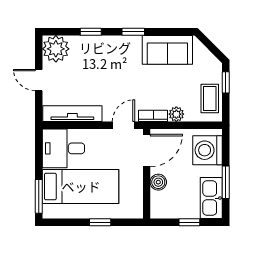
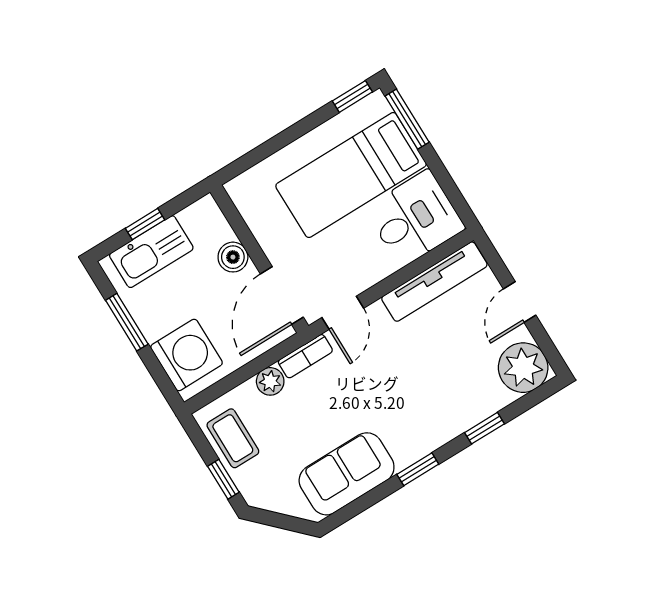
door: (39, 80) -> (520, 302), swing flipped
kitchen sink: (211, 198) -> (151, 252), moved, turned 90
window: (100, 222) -> (352, 96), moved

